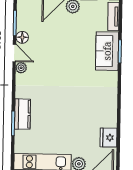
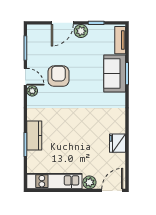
floor lamp: (22, 37) -> (33, 62), removed
armchair: (49, 53) -> (58, 76), added
fridge: (109, 138) -> (118, 143), moved

